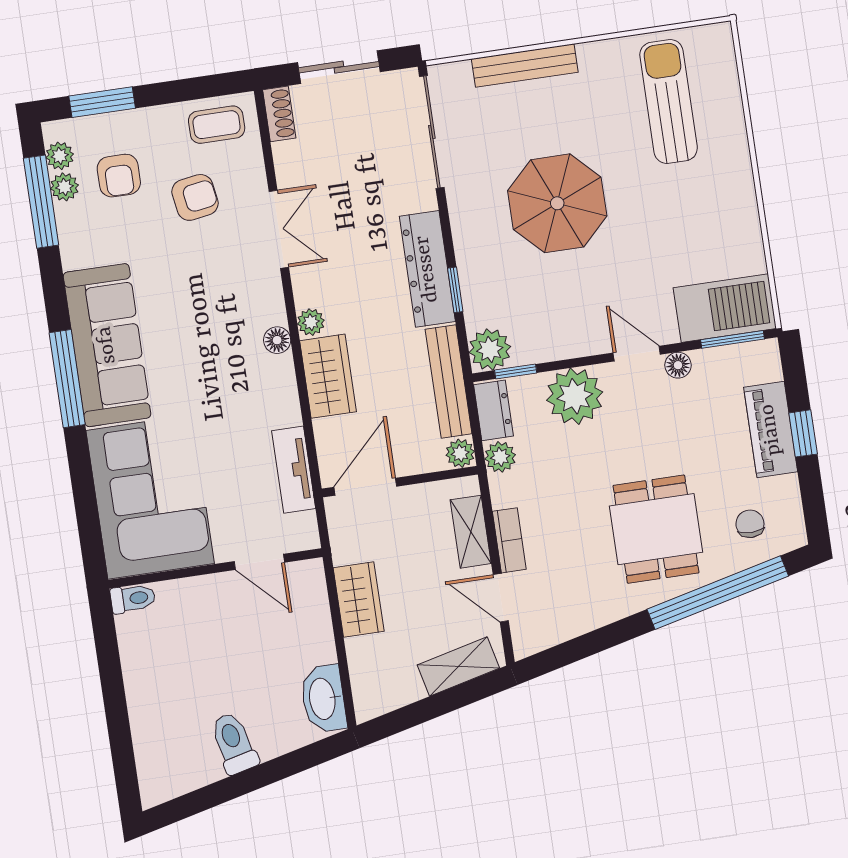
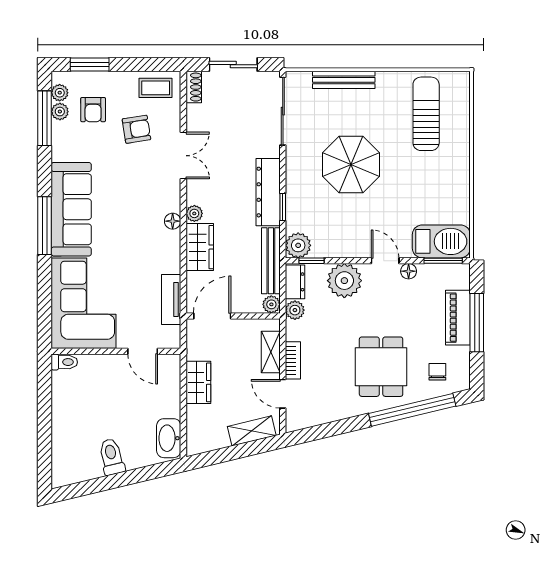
window: (803, 433) -> (477, 323), width x2.17

